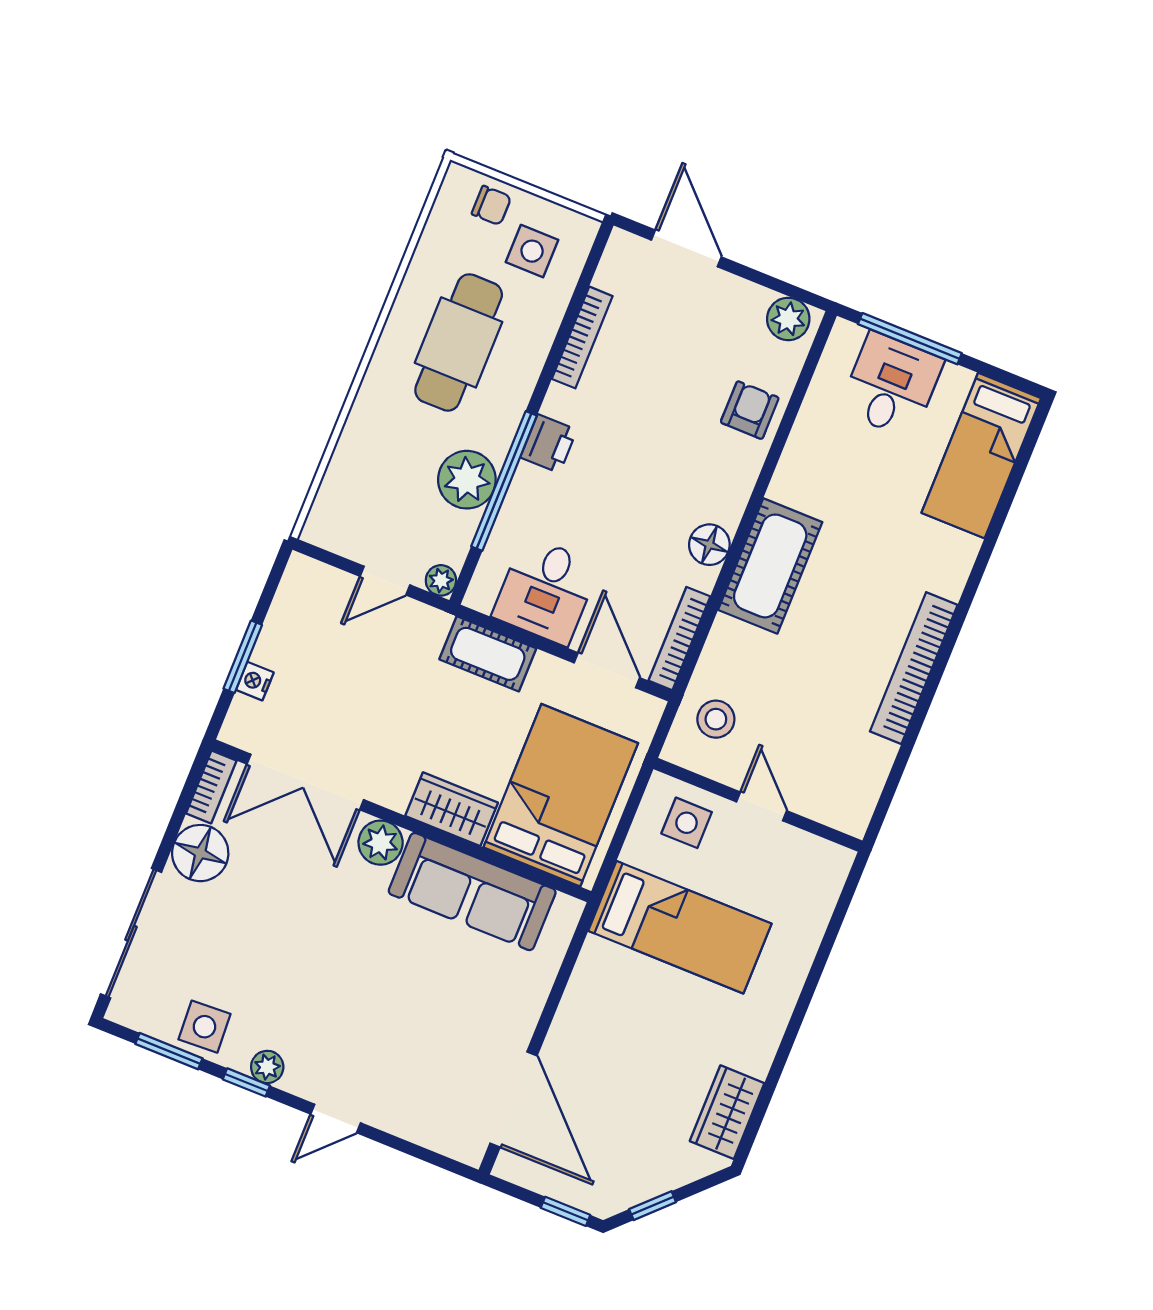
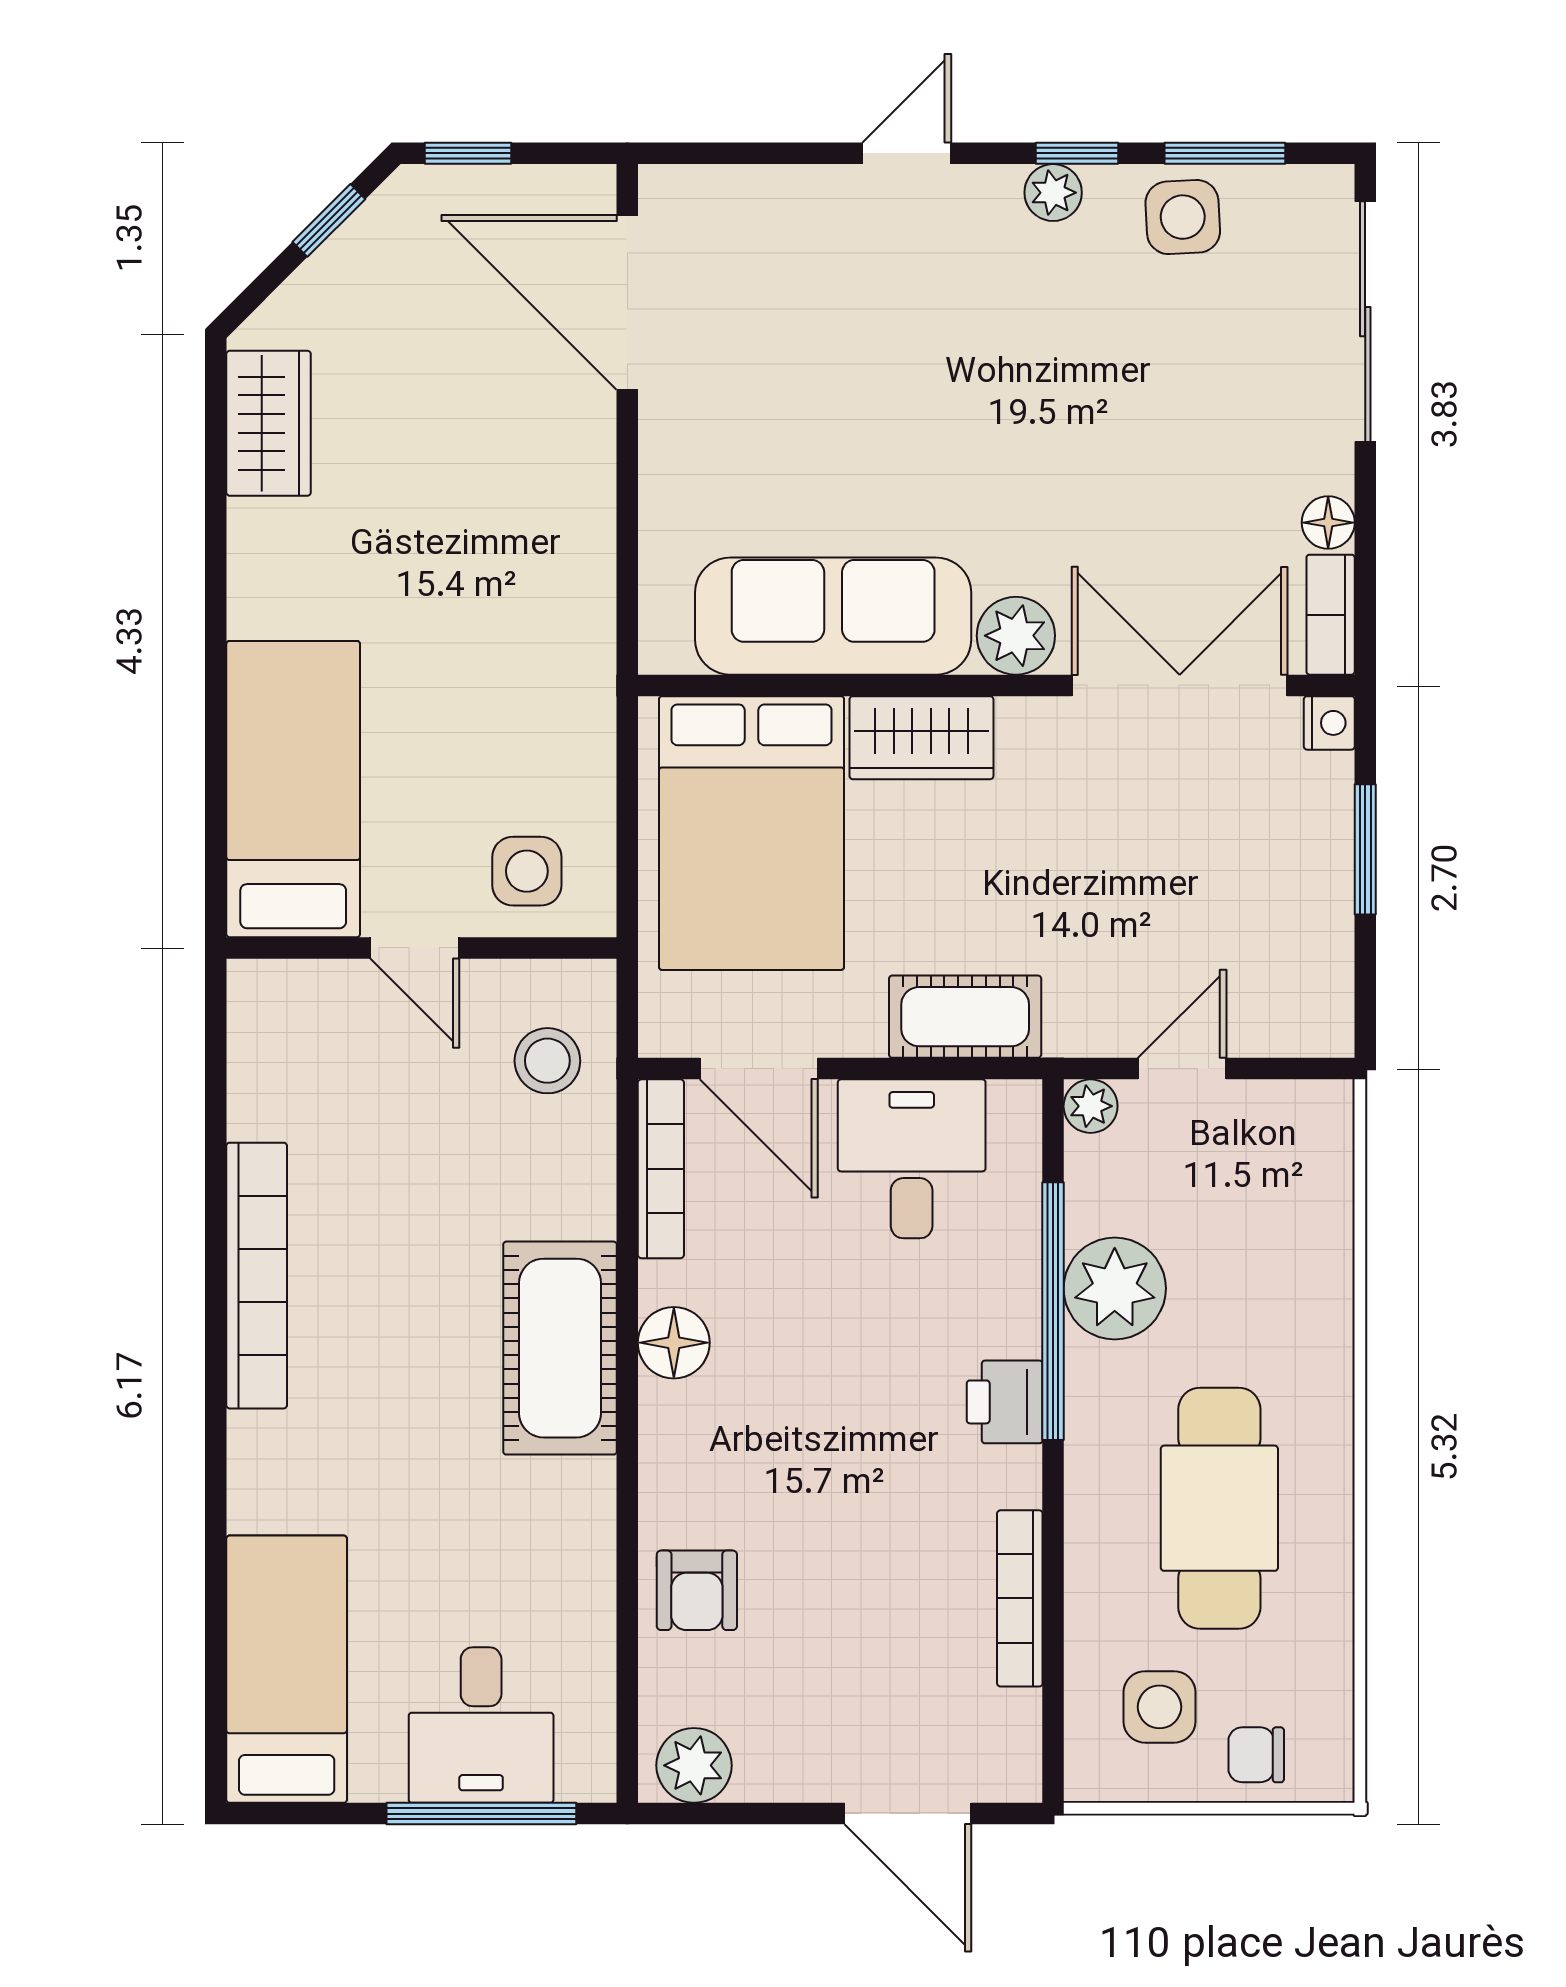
nightstand: (255, 681) -> (1329, 723), moved
floor lamp: (200, 853) -> (1328, 523), width x0.53, depth x0.53
bed: (680, 927) -> (293, 789), moved, turned 90

